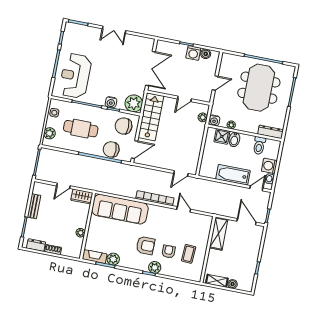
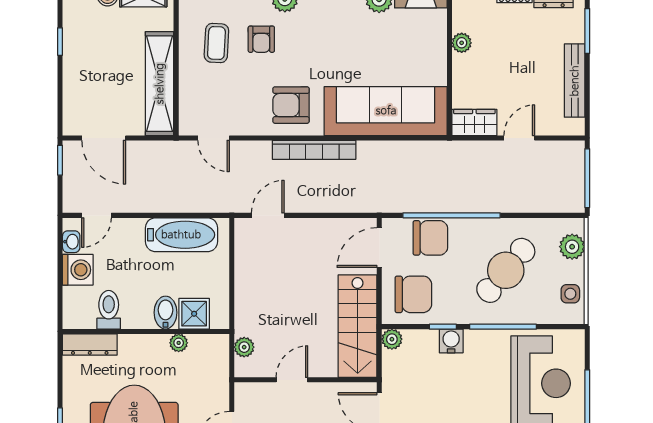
plant: (134, 103) -> (392, 339), width x0.53, depth x0.53
water cooler: (214, 120) -> (218, 345), removed
cafe table: (81, 129) -> (506, 270), turned -50
bathtub: (233, 175) -> (181, 235), moved
bench: (34, 206) -> (575, 81), width x1.36
door: (184, 209) -> (214, 138), moved
shelving: (219, 234) -> (160, 84), width x1.47
armchair: (145, 245) -> (291, 105), moved

